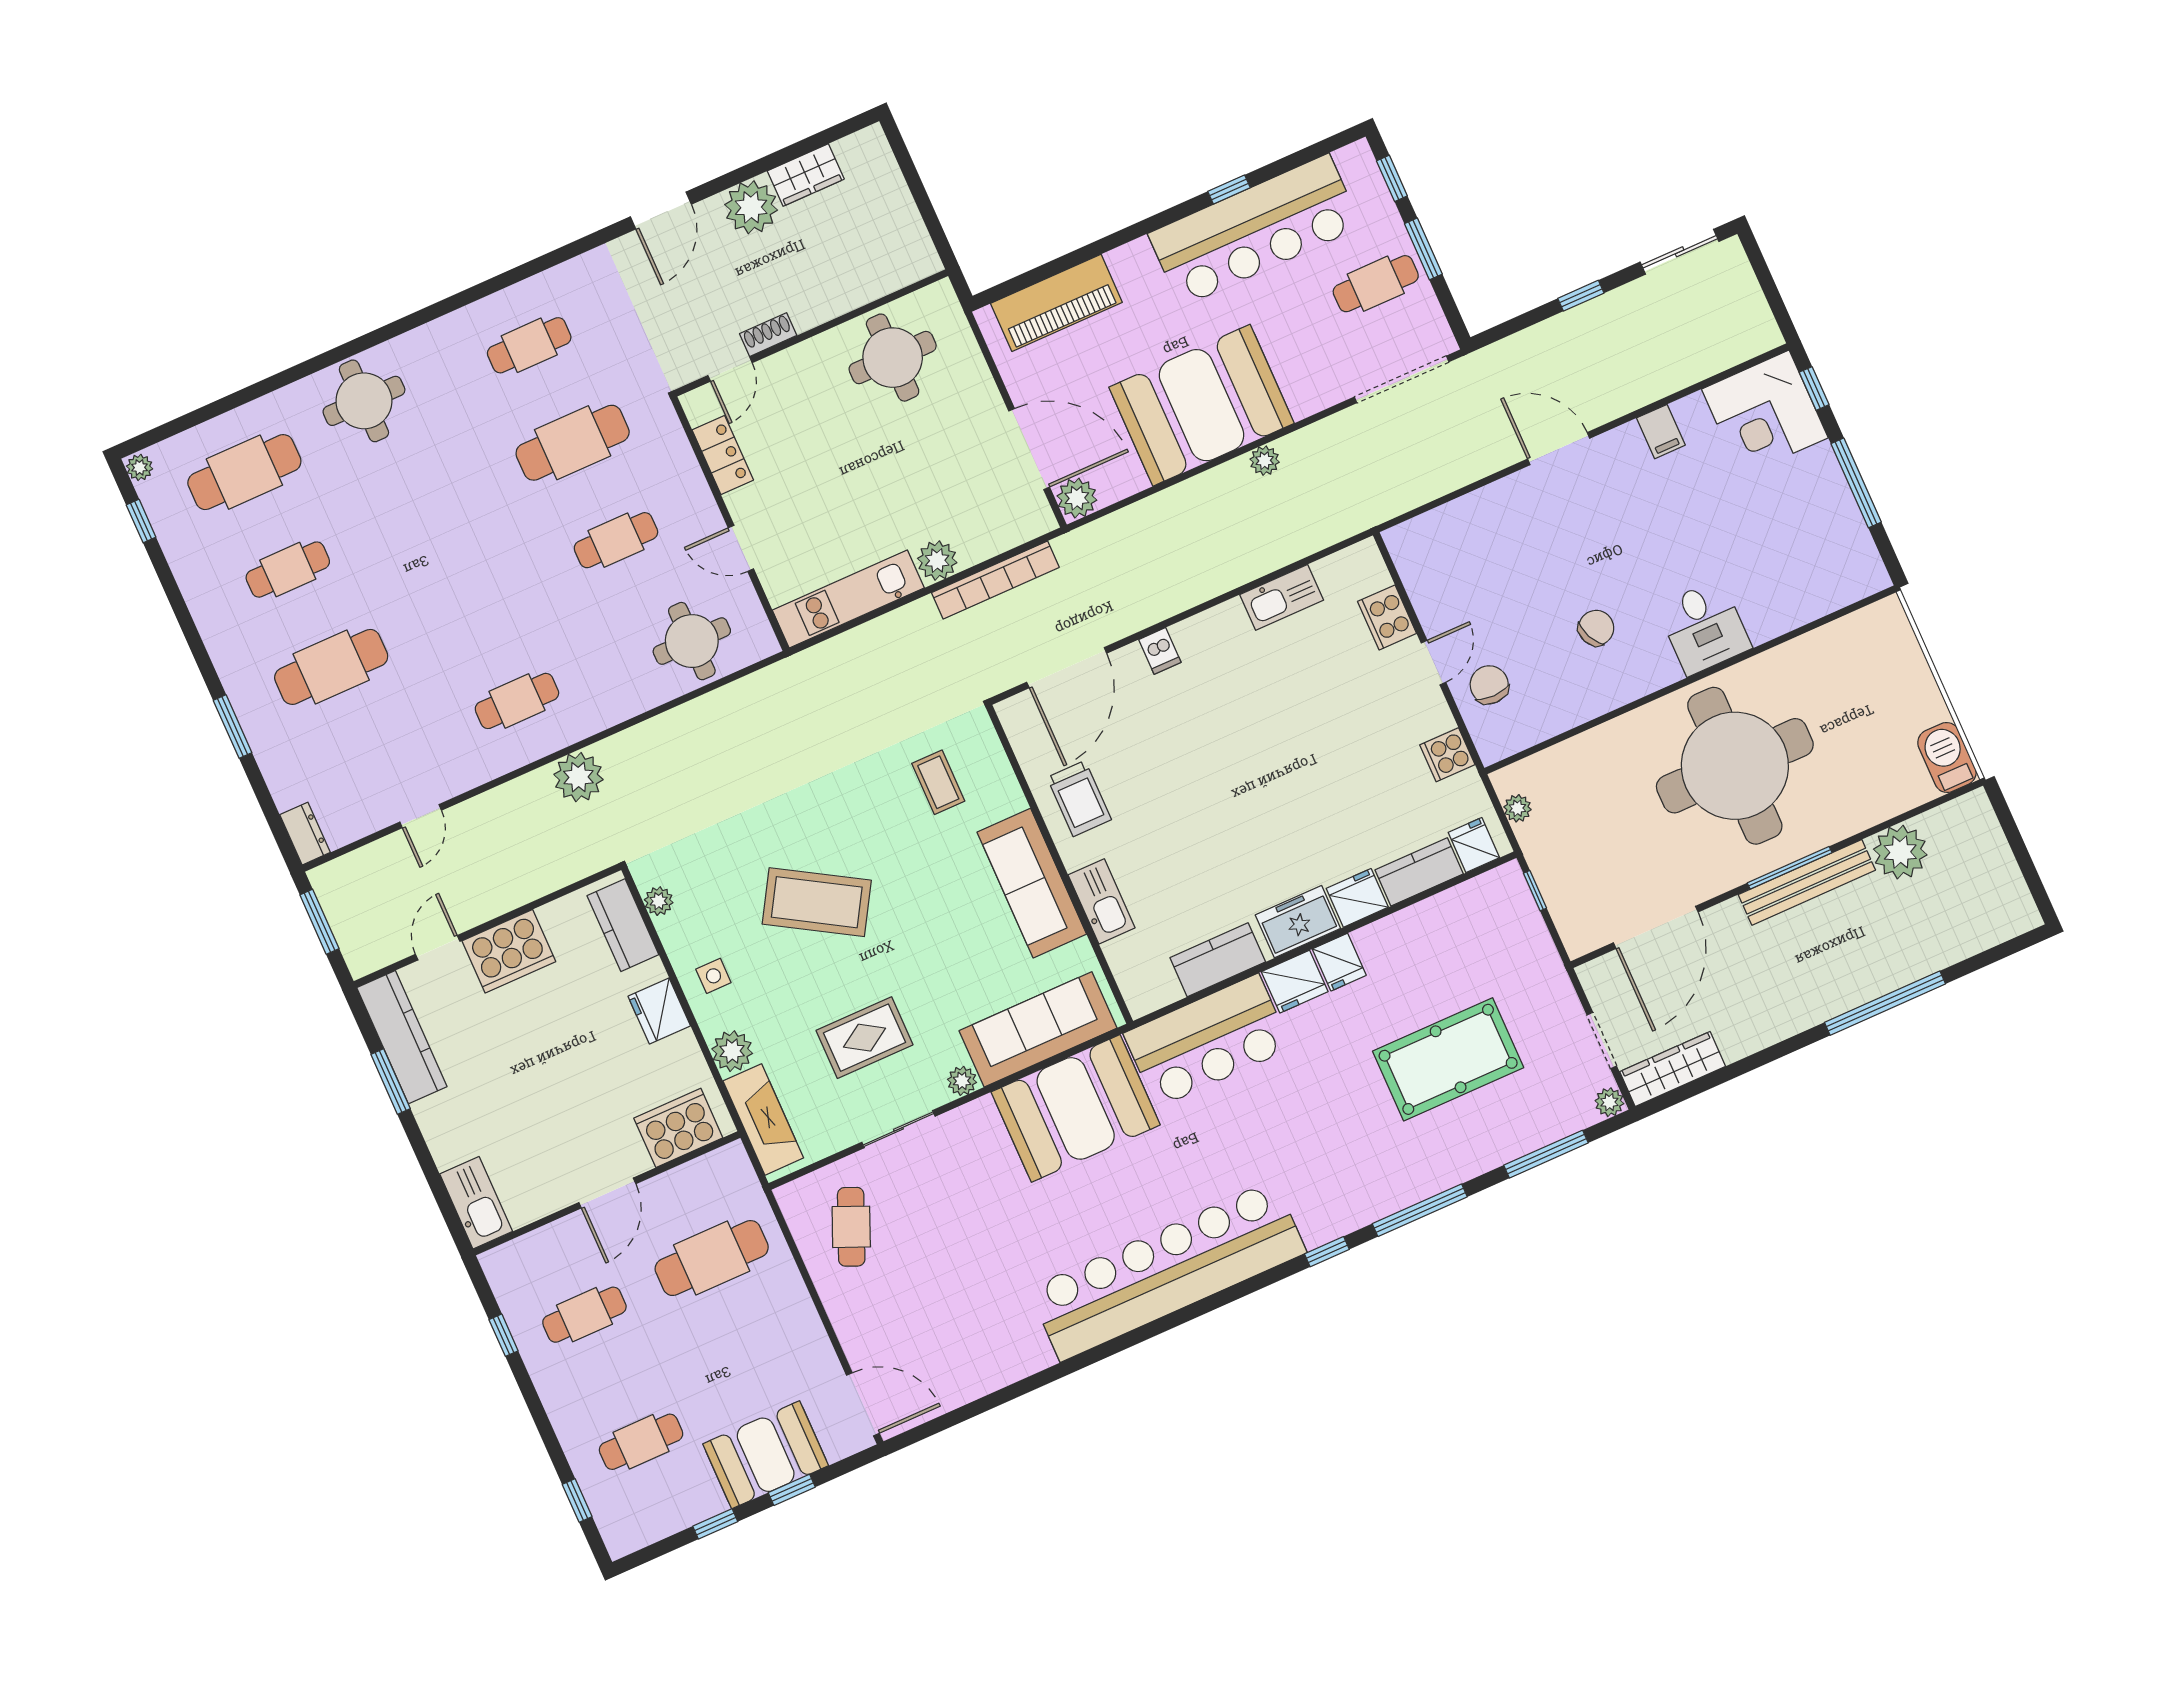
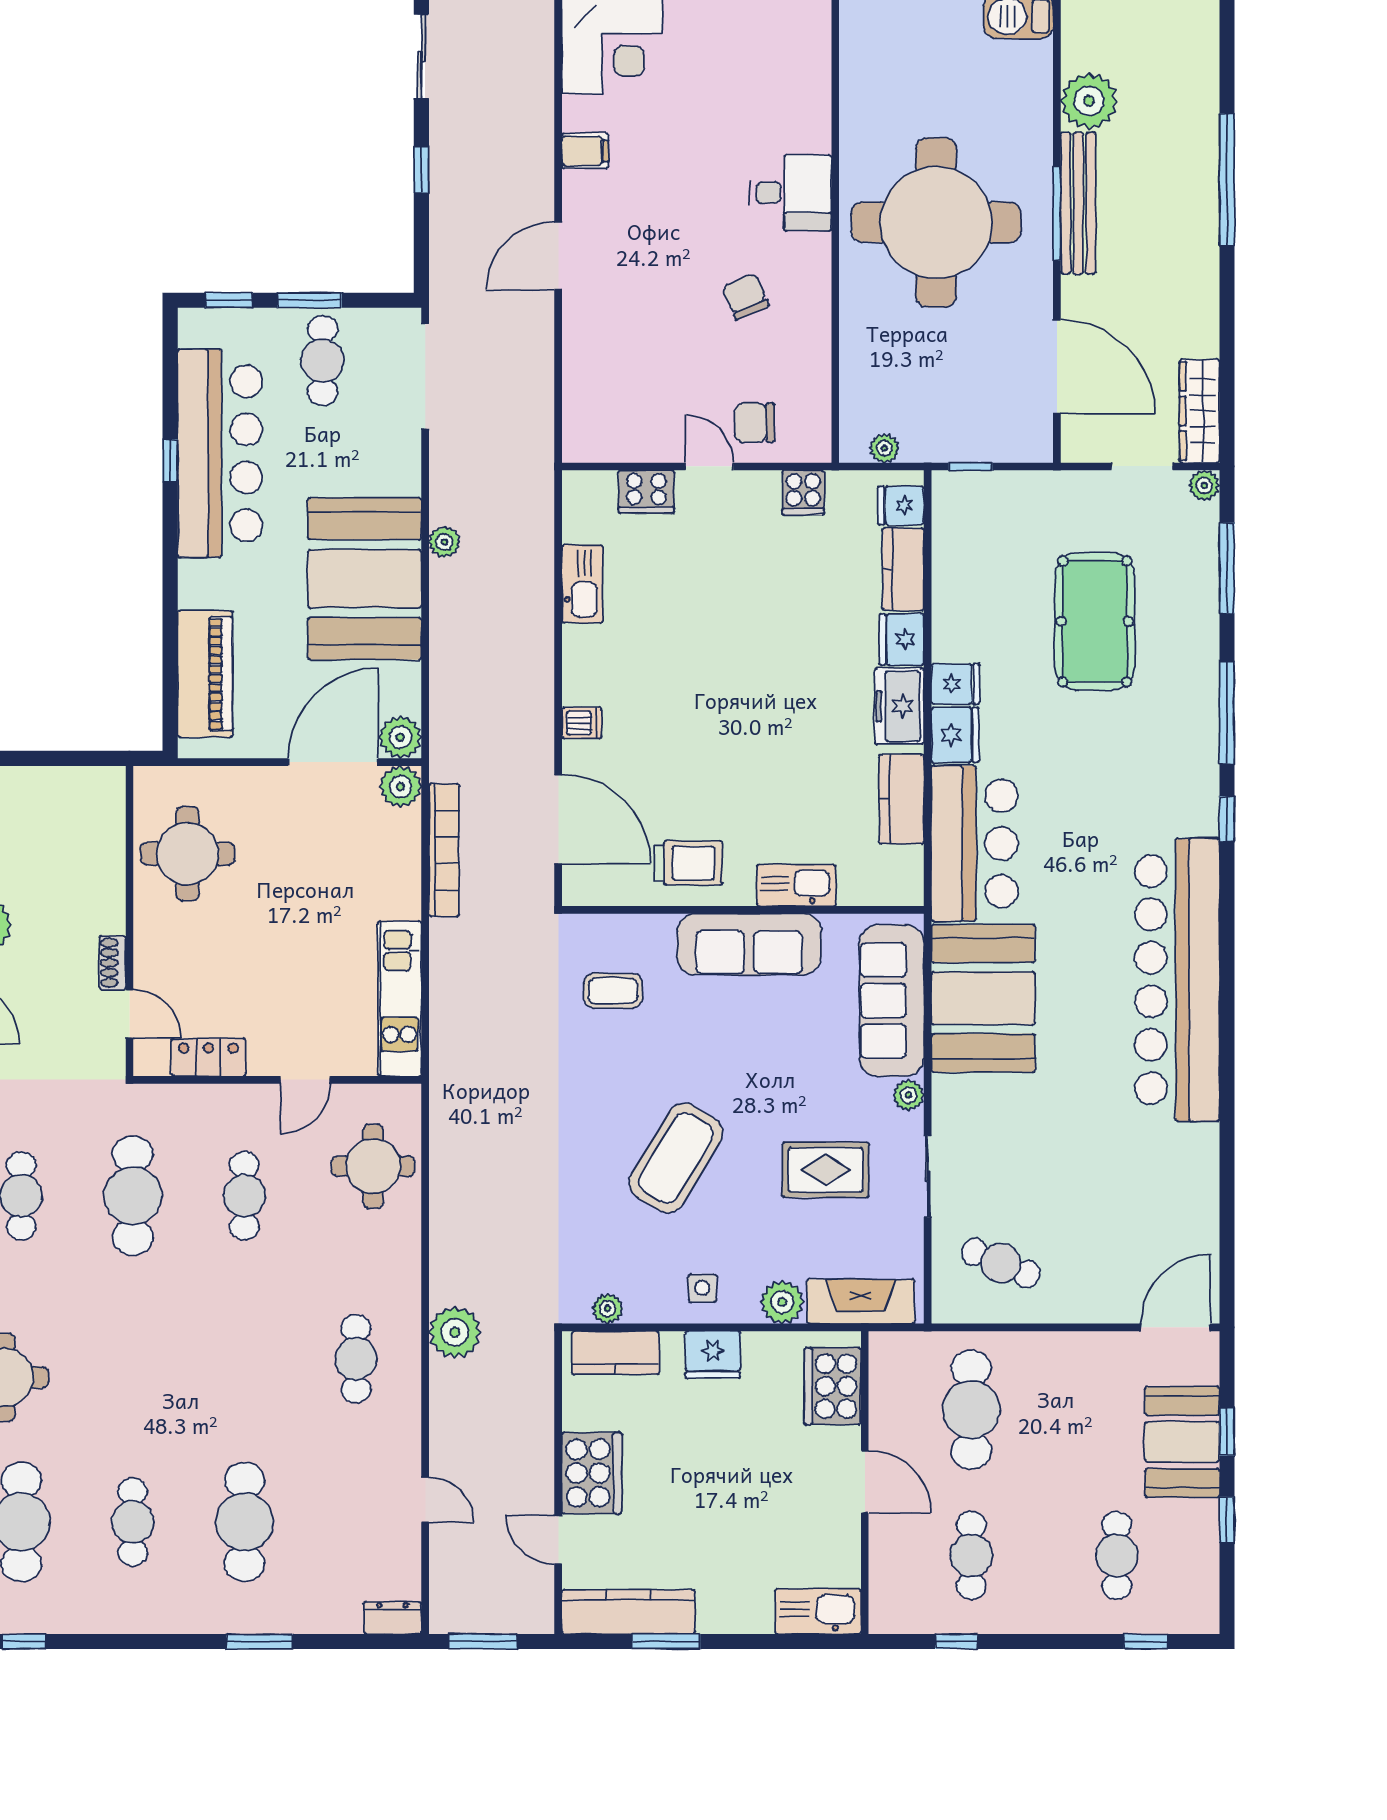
plant: (937, 560) -> (401, 787), moved
rug: (865, 1038) -> (826, 1170), turned 90

